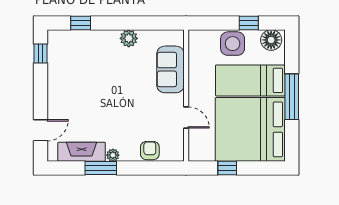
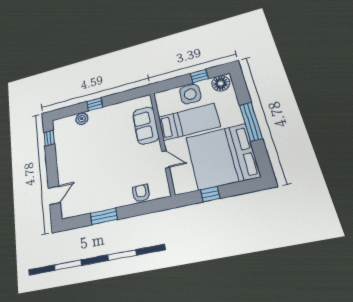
window: (81, 23) -> (95, 104), moved
plant: (129, 38) -> (82, 119), moved
bed: (250, 80) -> (189, 122), moved, turned 180
fireplace: (82, 152) -> (87, 206), removed
plant: (113, 155) -> (112, 203), removed

